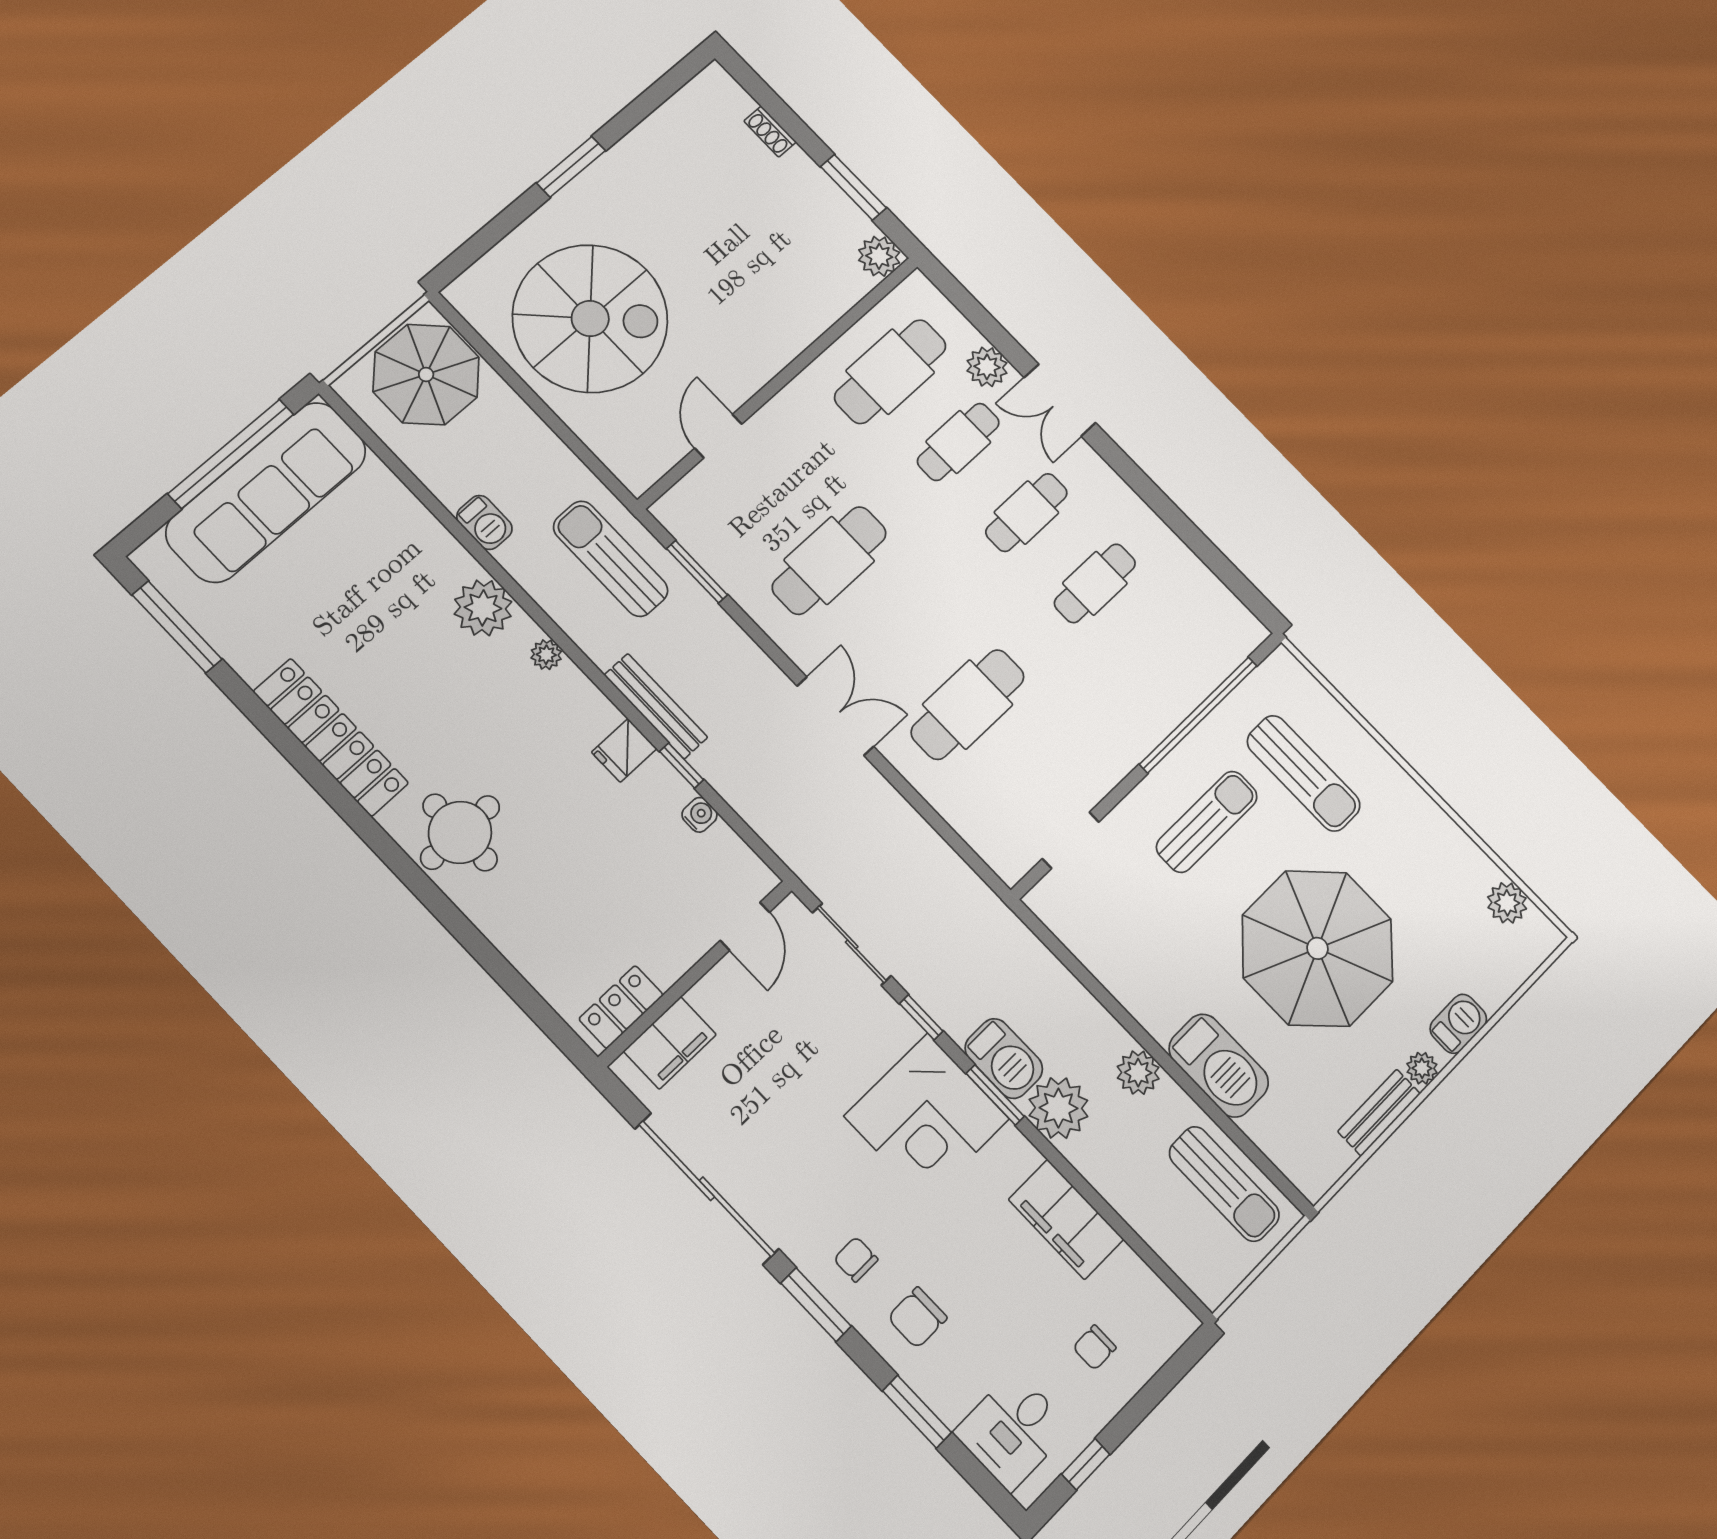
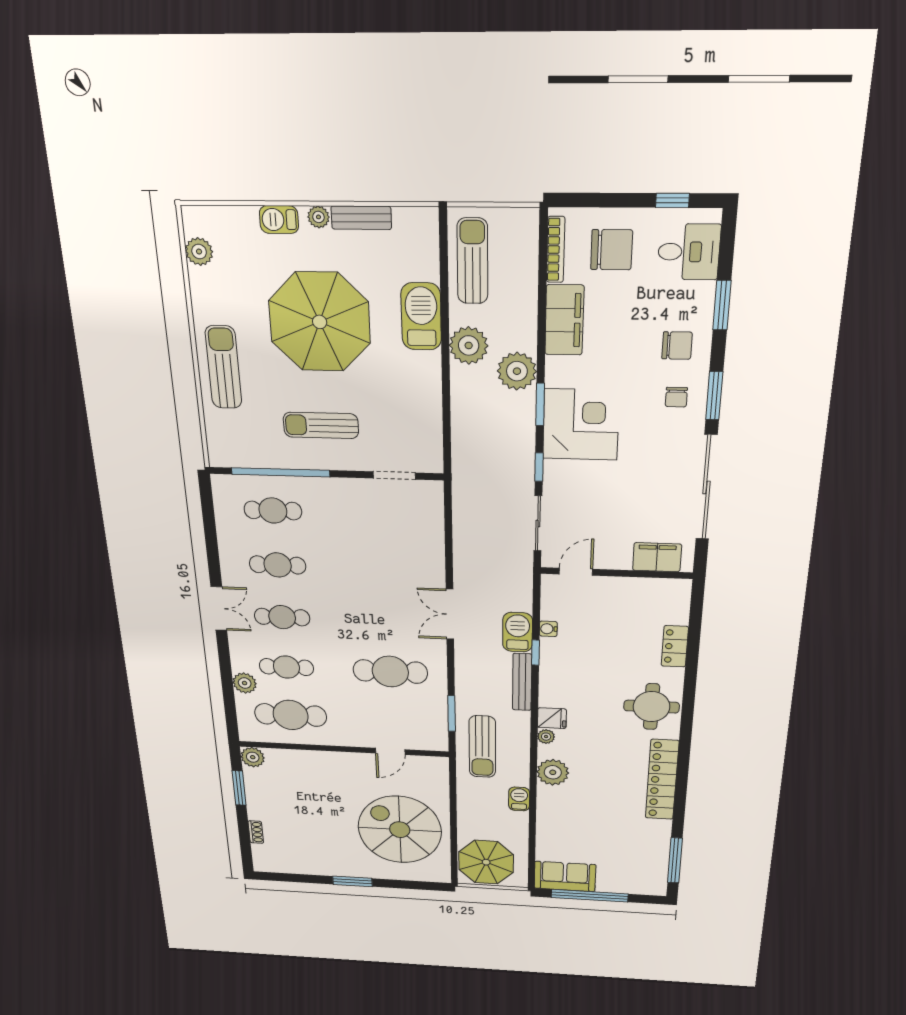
double door: (1060, 400) -> (219, 609), moved
sofa: (266, 492) -> (565, 876), width x0.54, depth x0.79
cafe table: (968, 704) -> (273, 511), moved, width x0.73, depth x0.74
fridge: (624, 750) -> (552, 718), moved
sun lounger: (1304, 773) -> (223, 367), moved
locker: (621, 1007) -> (675, 646), moved, turned 90
barbecue: (1004, 1059) -> (518, 632), moved
plant: (1138, 1073) -> (469, 345), width x1.36, depth x1.36
bookcase: (1152, 1287) -> (556, 250), added
chair: (1094, 1348) -> (612, 250), width x1.87, depth x1.87

